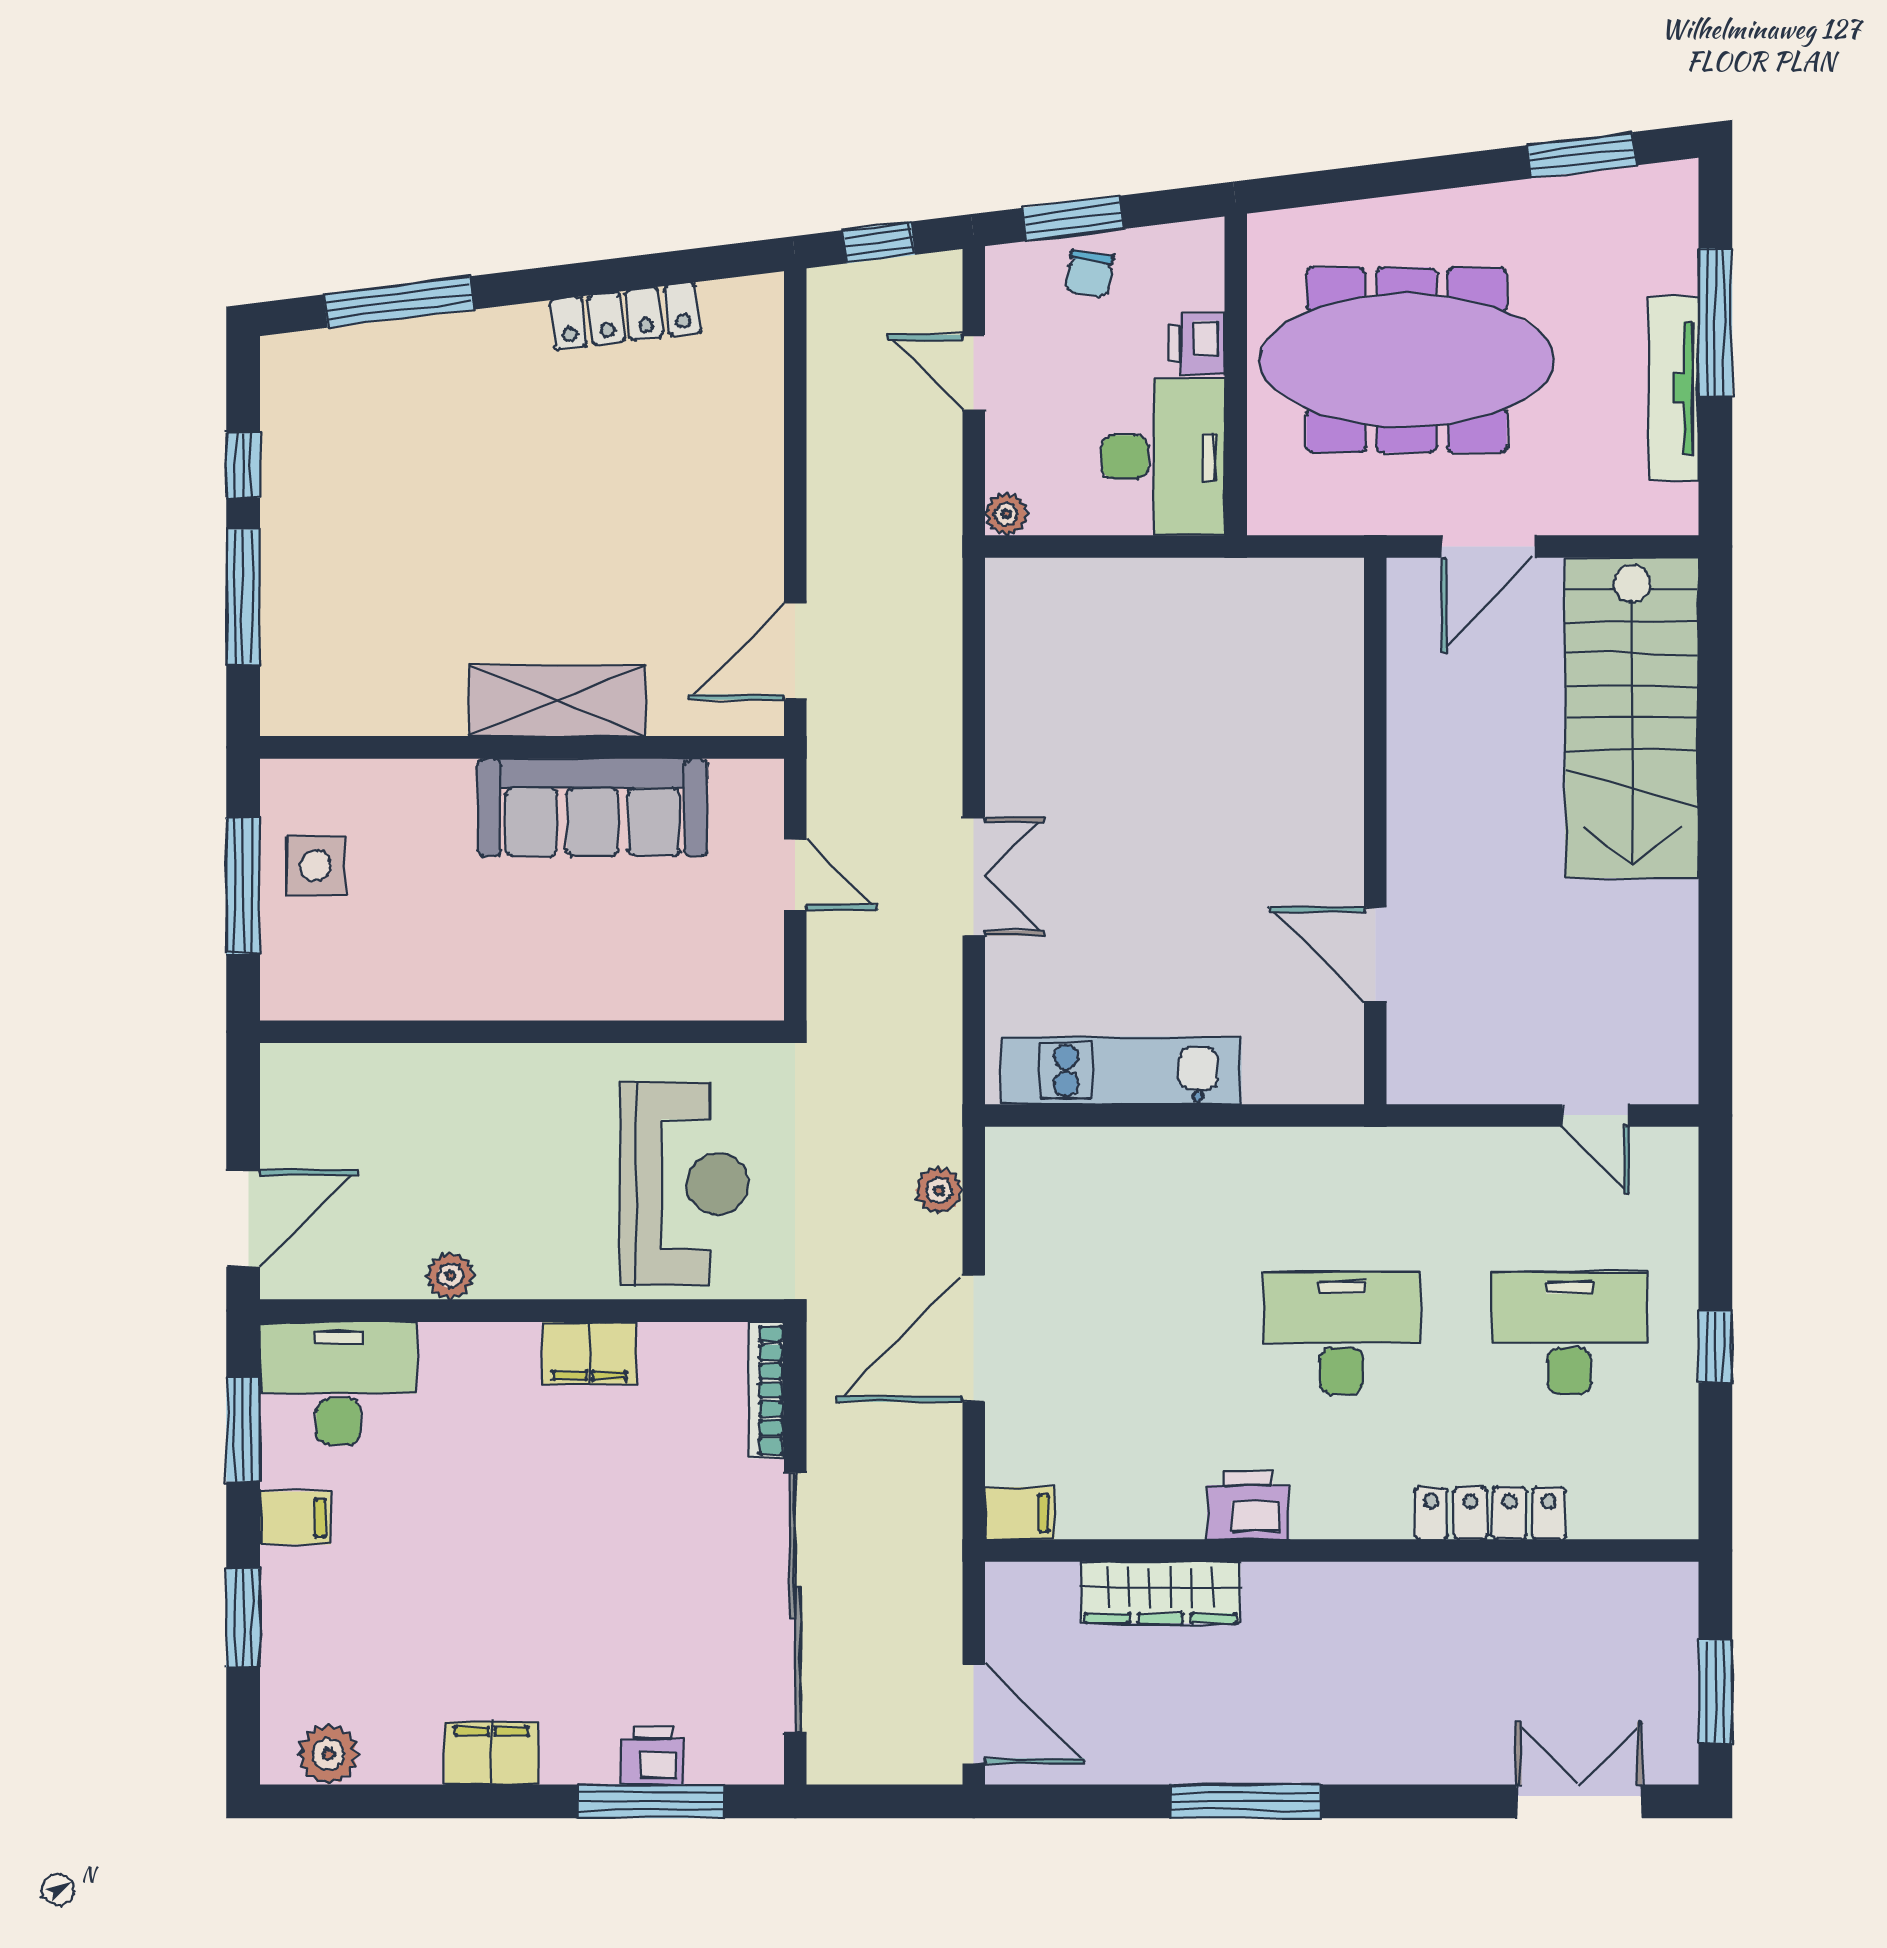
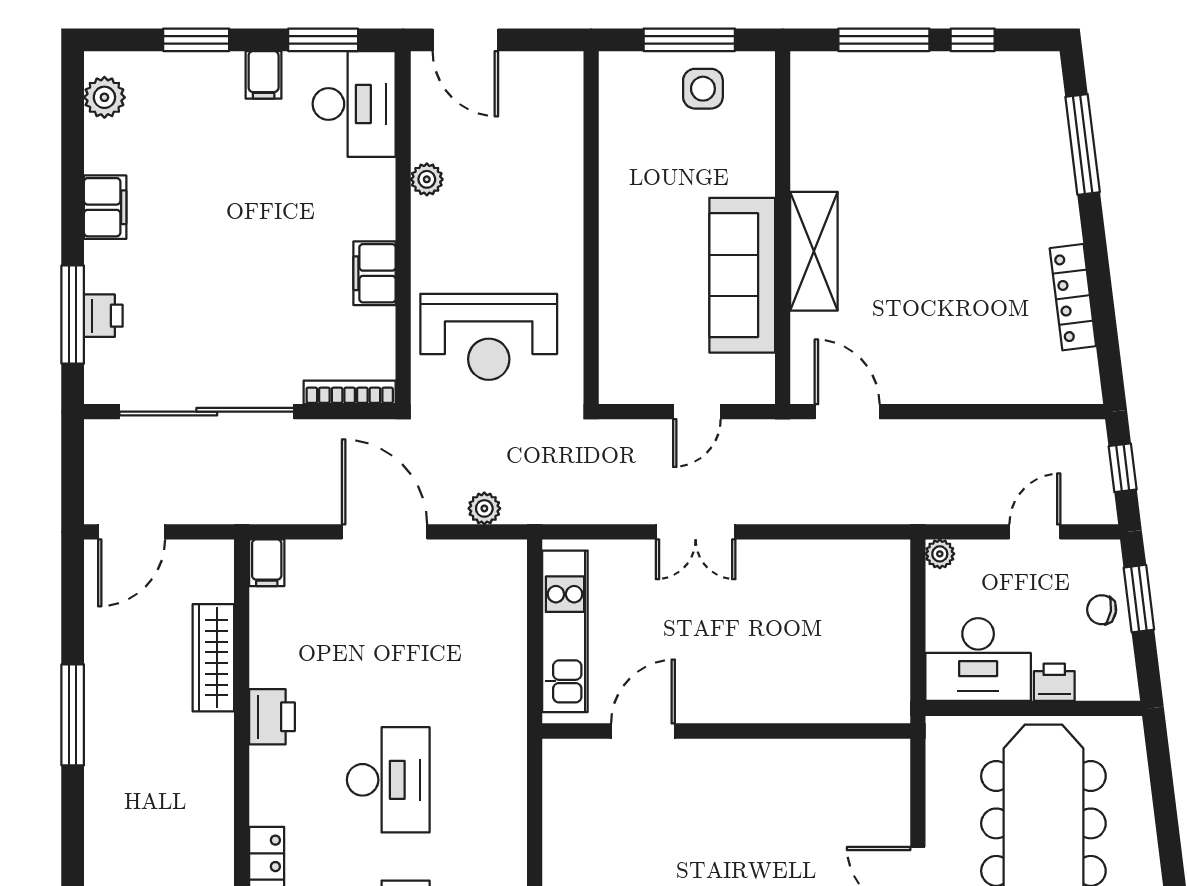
wall: (1375, 831) -> (726, 731), moved
door: (1375, 955) -> (643, 731), moved

